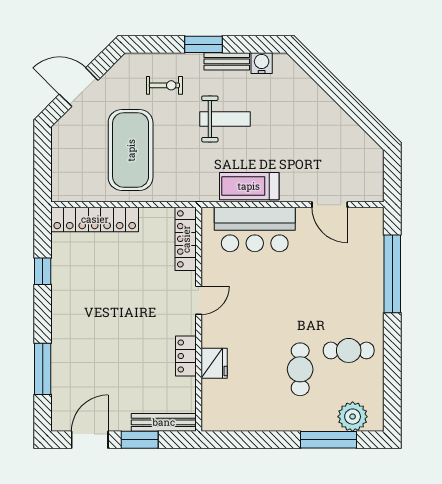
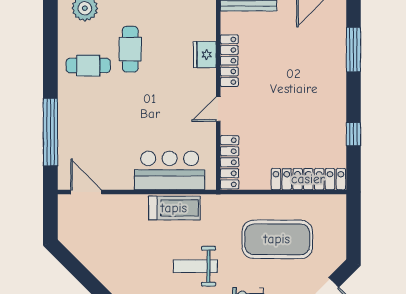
exercise mat: (131, 150) -> (277, 239), turned 90
door: (330, 205) -> (86, 192), moved
locker: (186, 356) -> (229, 61), width x1.53

